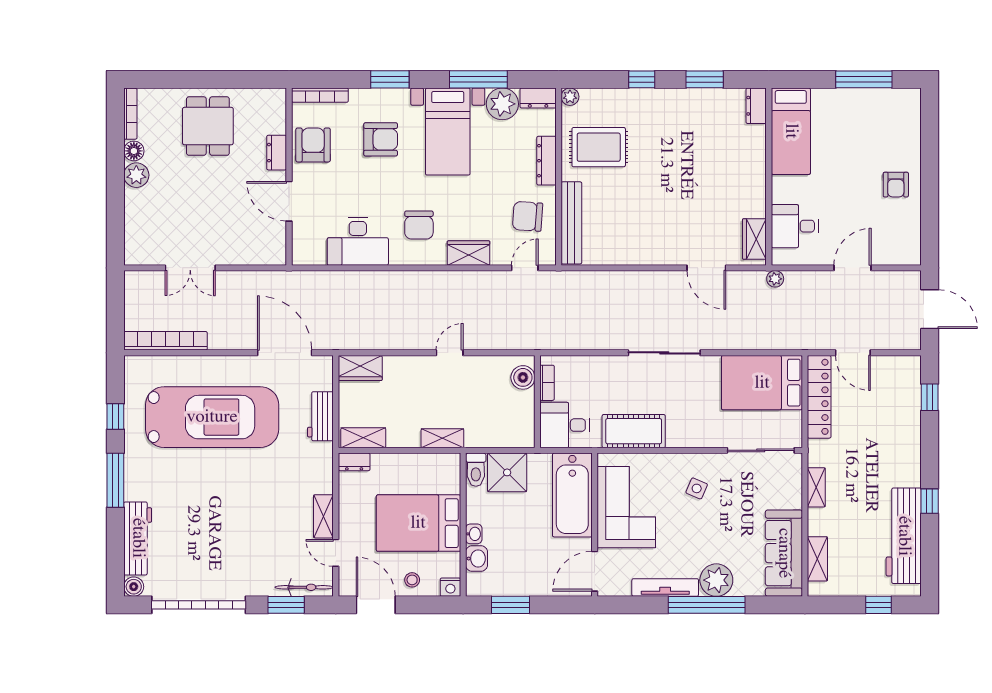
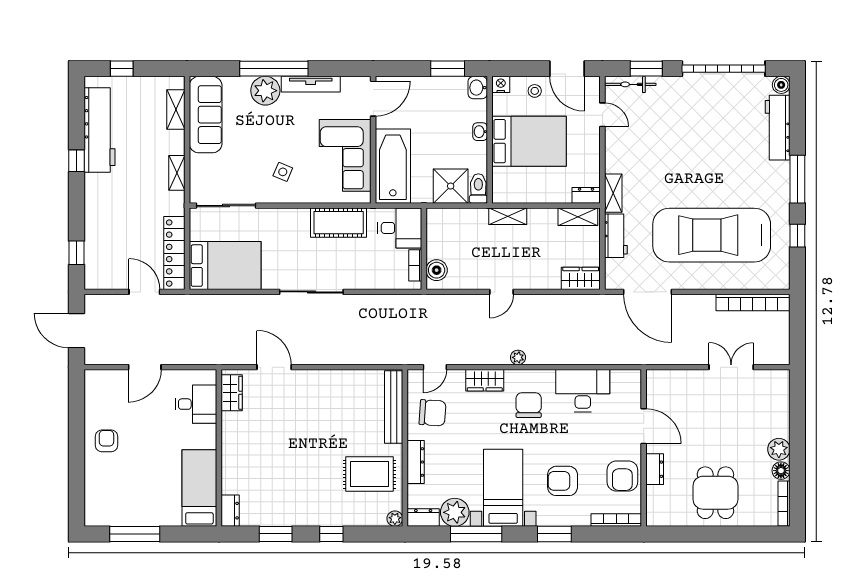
plant: (775, 279) -> (518, 357), moved
shelving: (323, 516) -> (613, 193), moved
washbasin: (477, 559) -> (478, 88), moved

